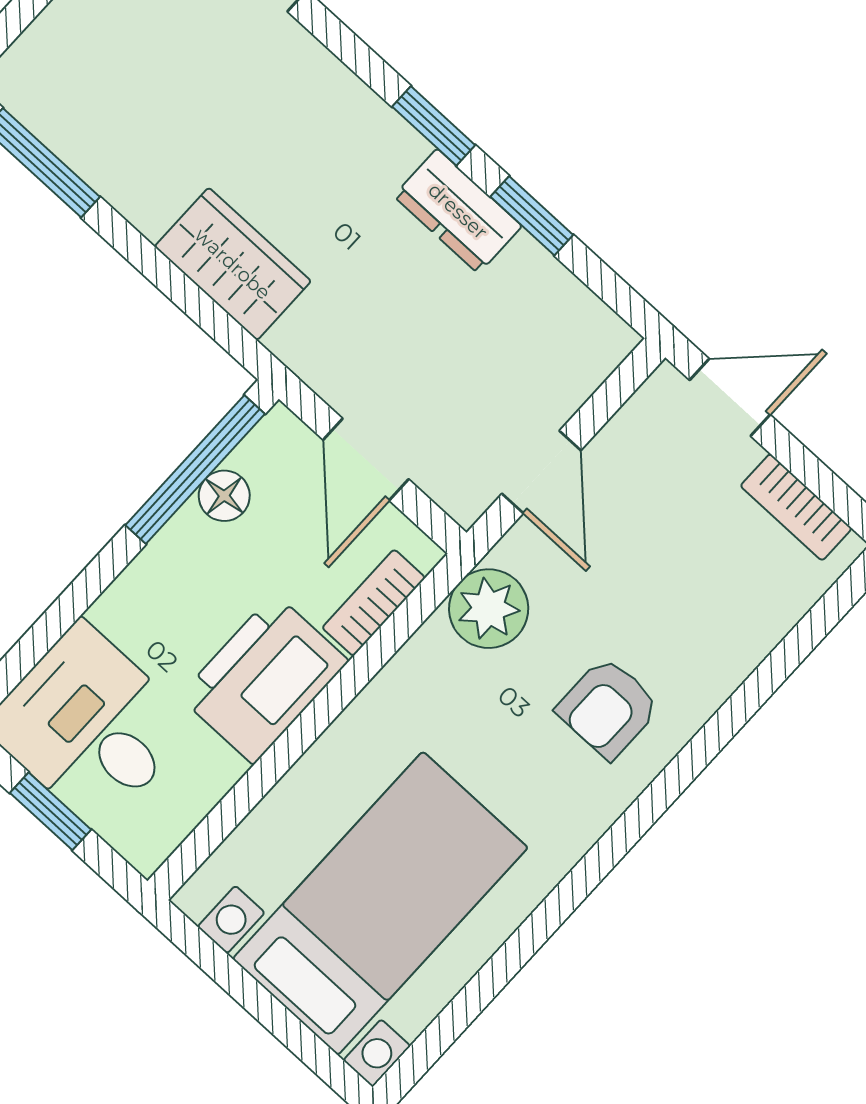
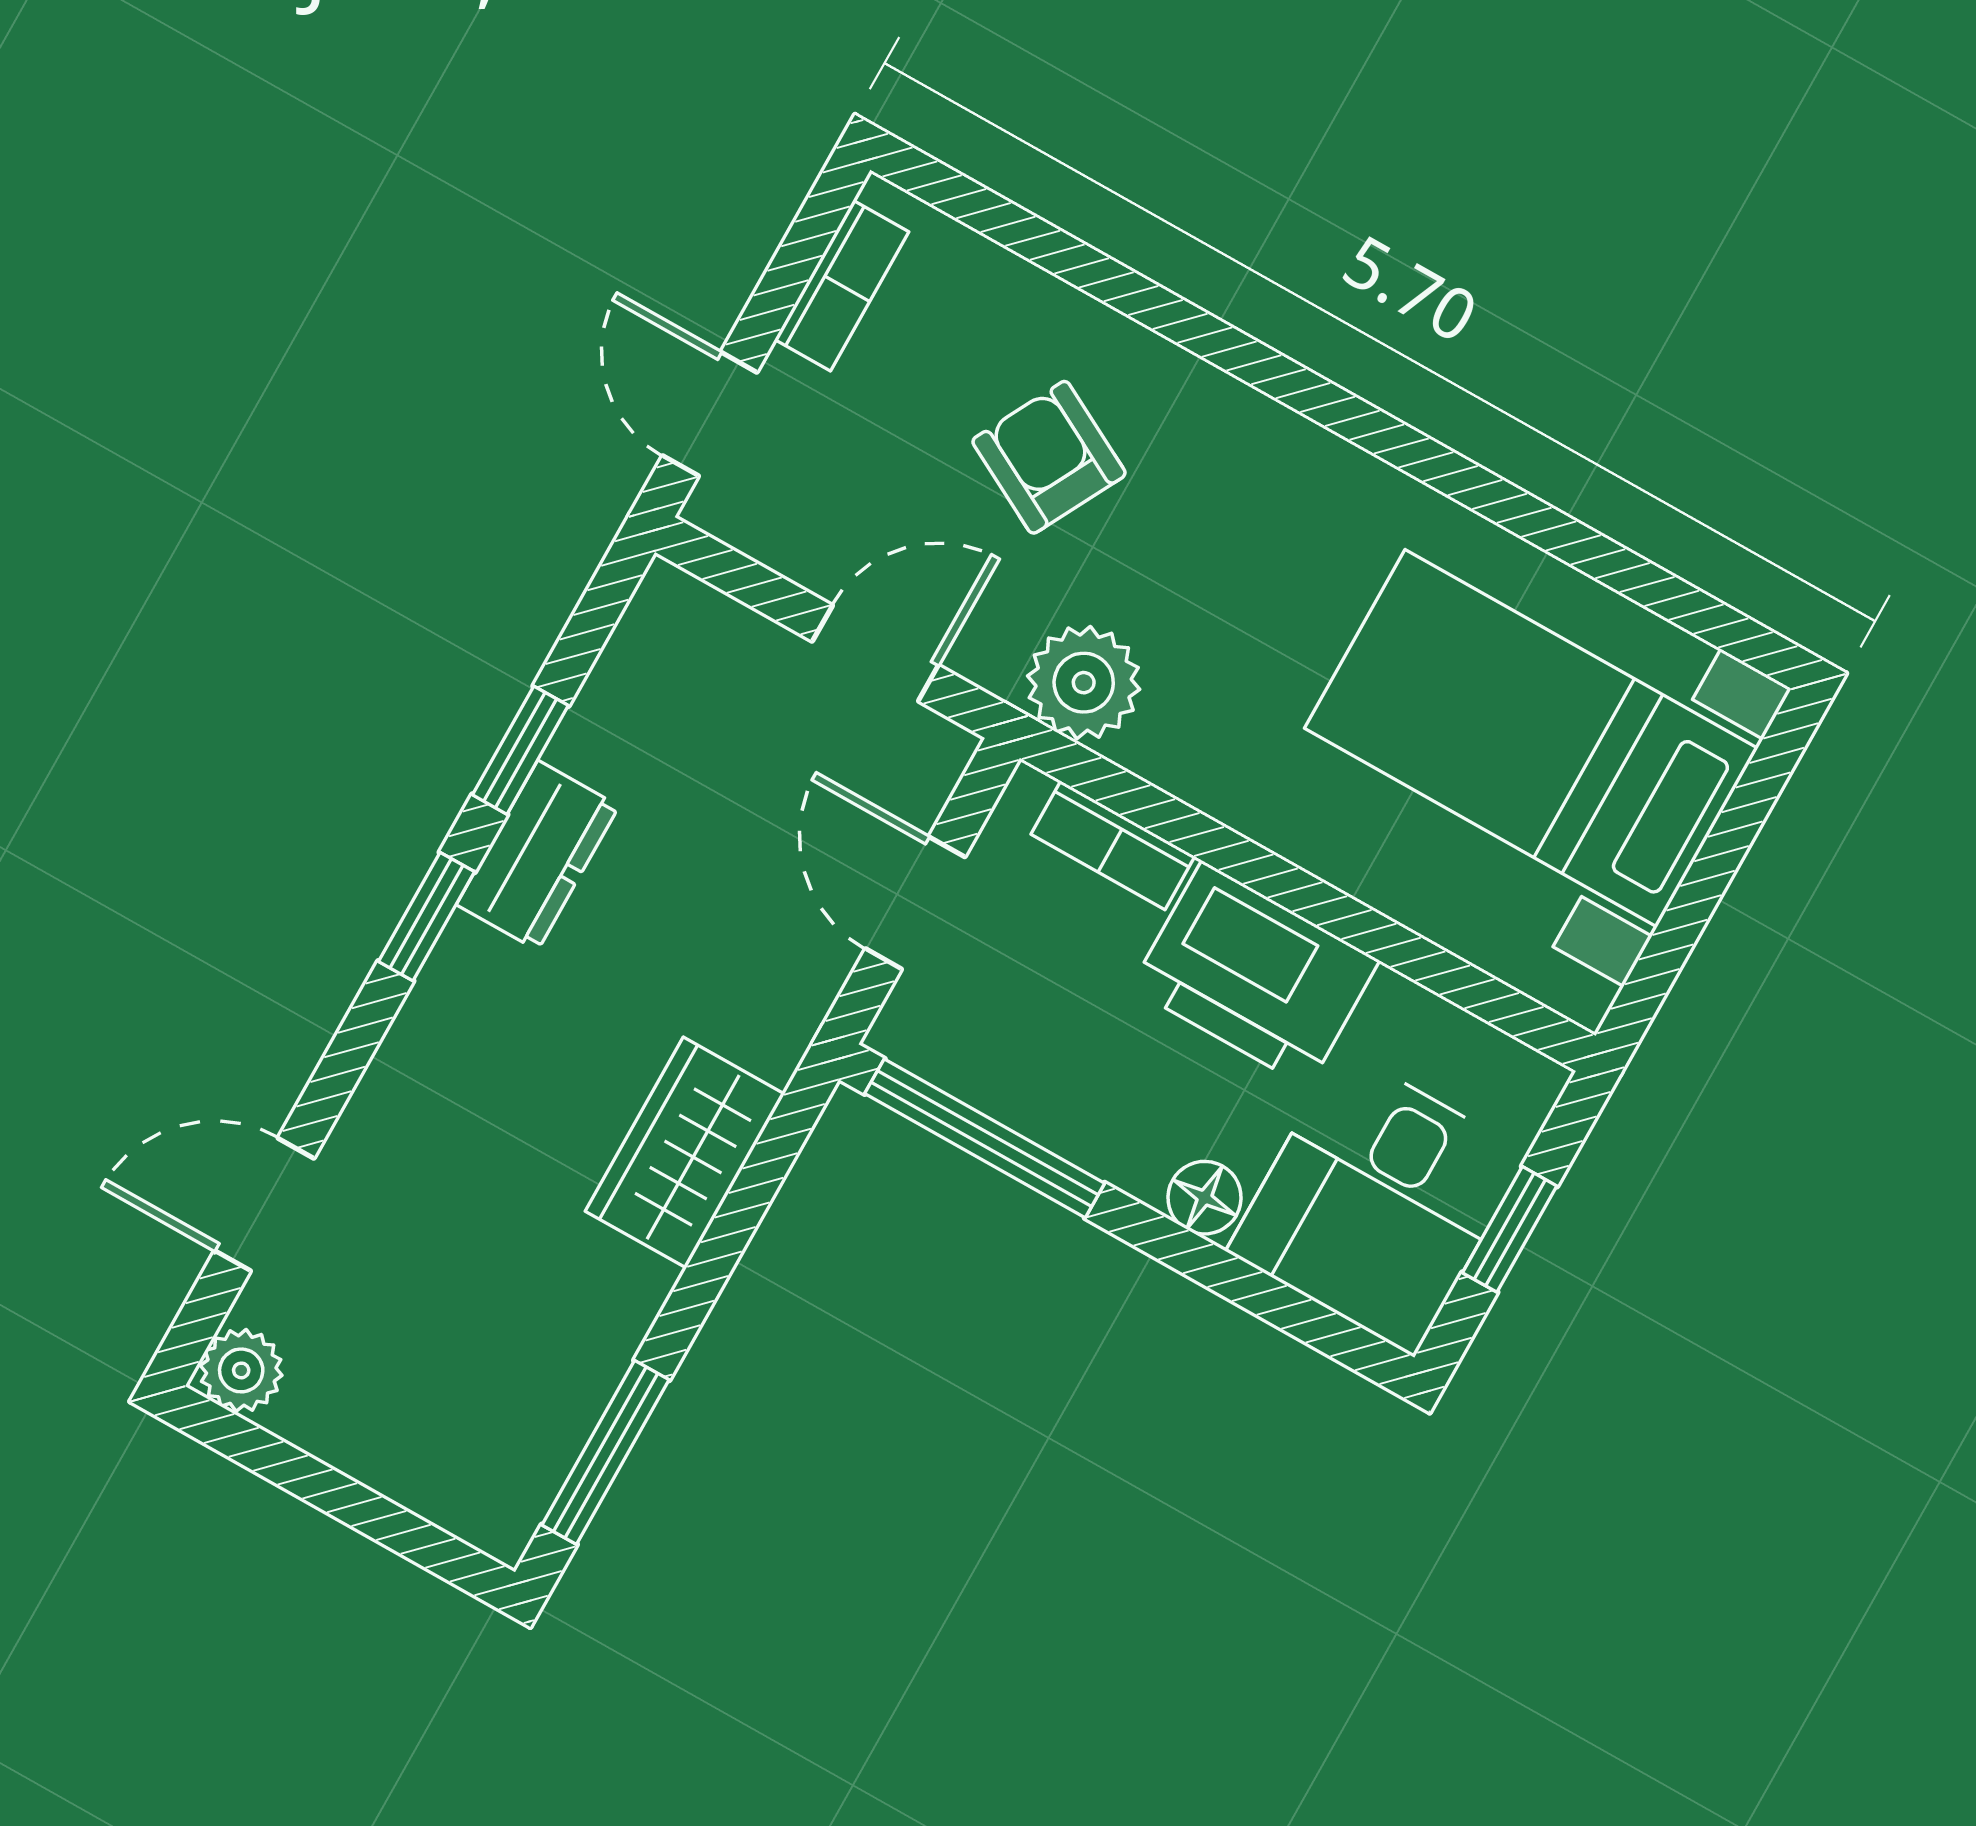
door: (366, 460) -> (915, 903), swing flipped
floor lamp: (224, 496) -> (1205, 1198), moved
armchair: (608, 708) -> (1049, 457), moved, turned -152

